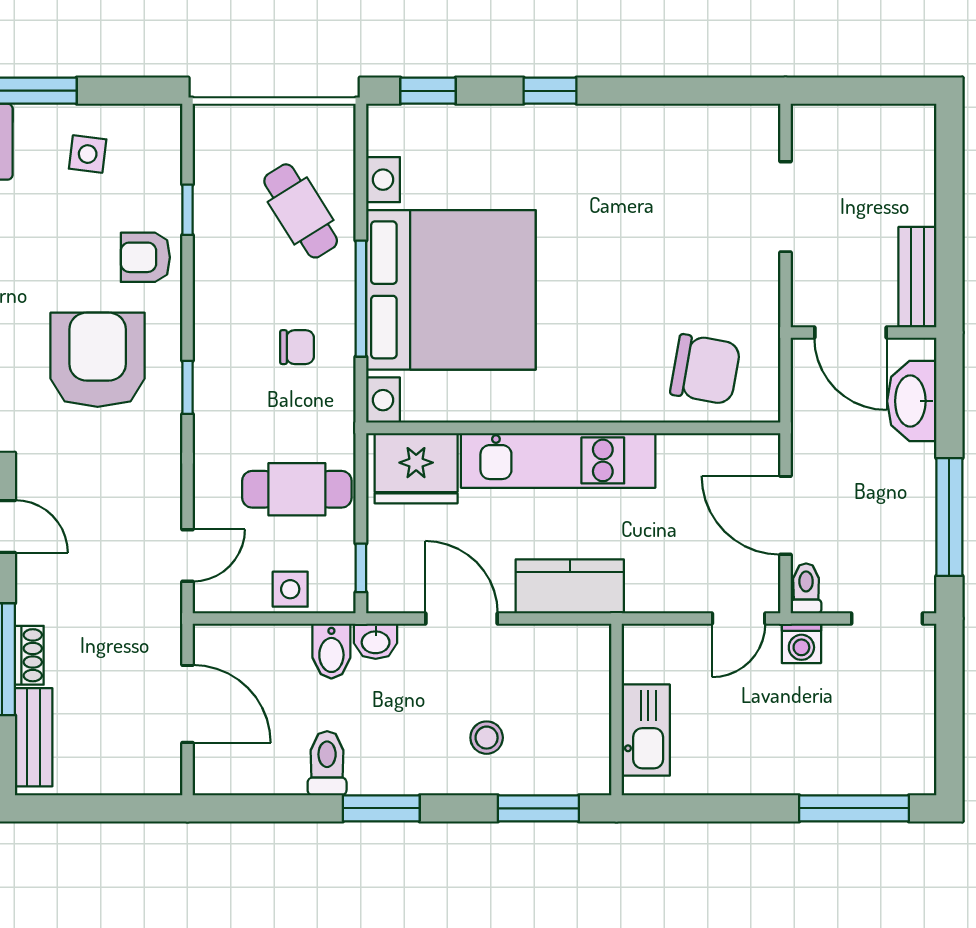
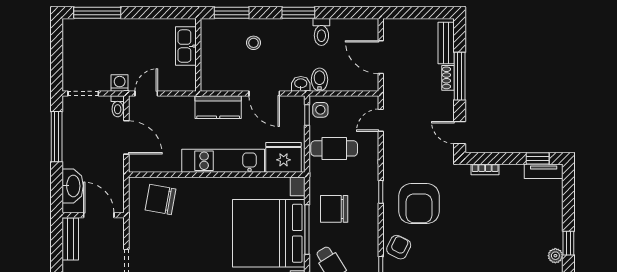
armchair: (145, 257) -> (399, 247), turned -64
chair: (297, 347) -> (334, 209), width x1.87, depth x1.87
side table: (290, 589) -> (320, 110), moved

